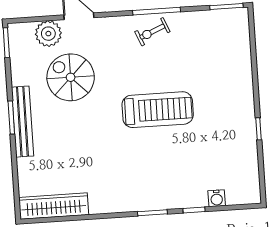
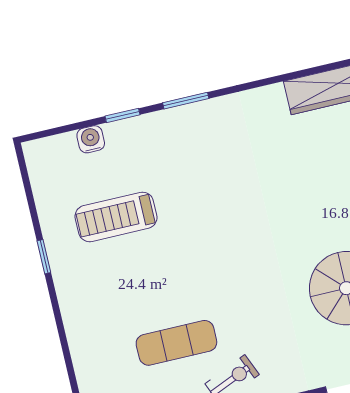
exercise mat: (184, 61) -> (176, 343), added
treadmill: (158, 110) -> (116, 217), moved, width x0.73, depth x0.73

